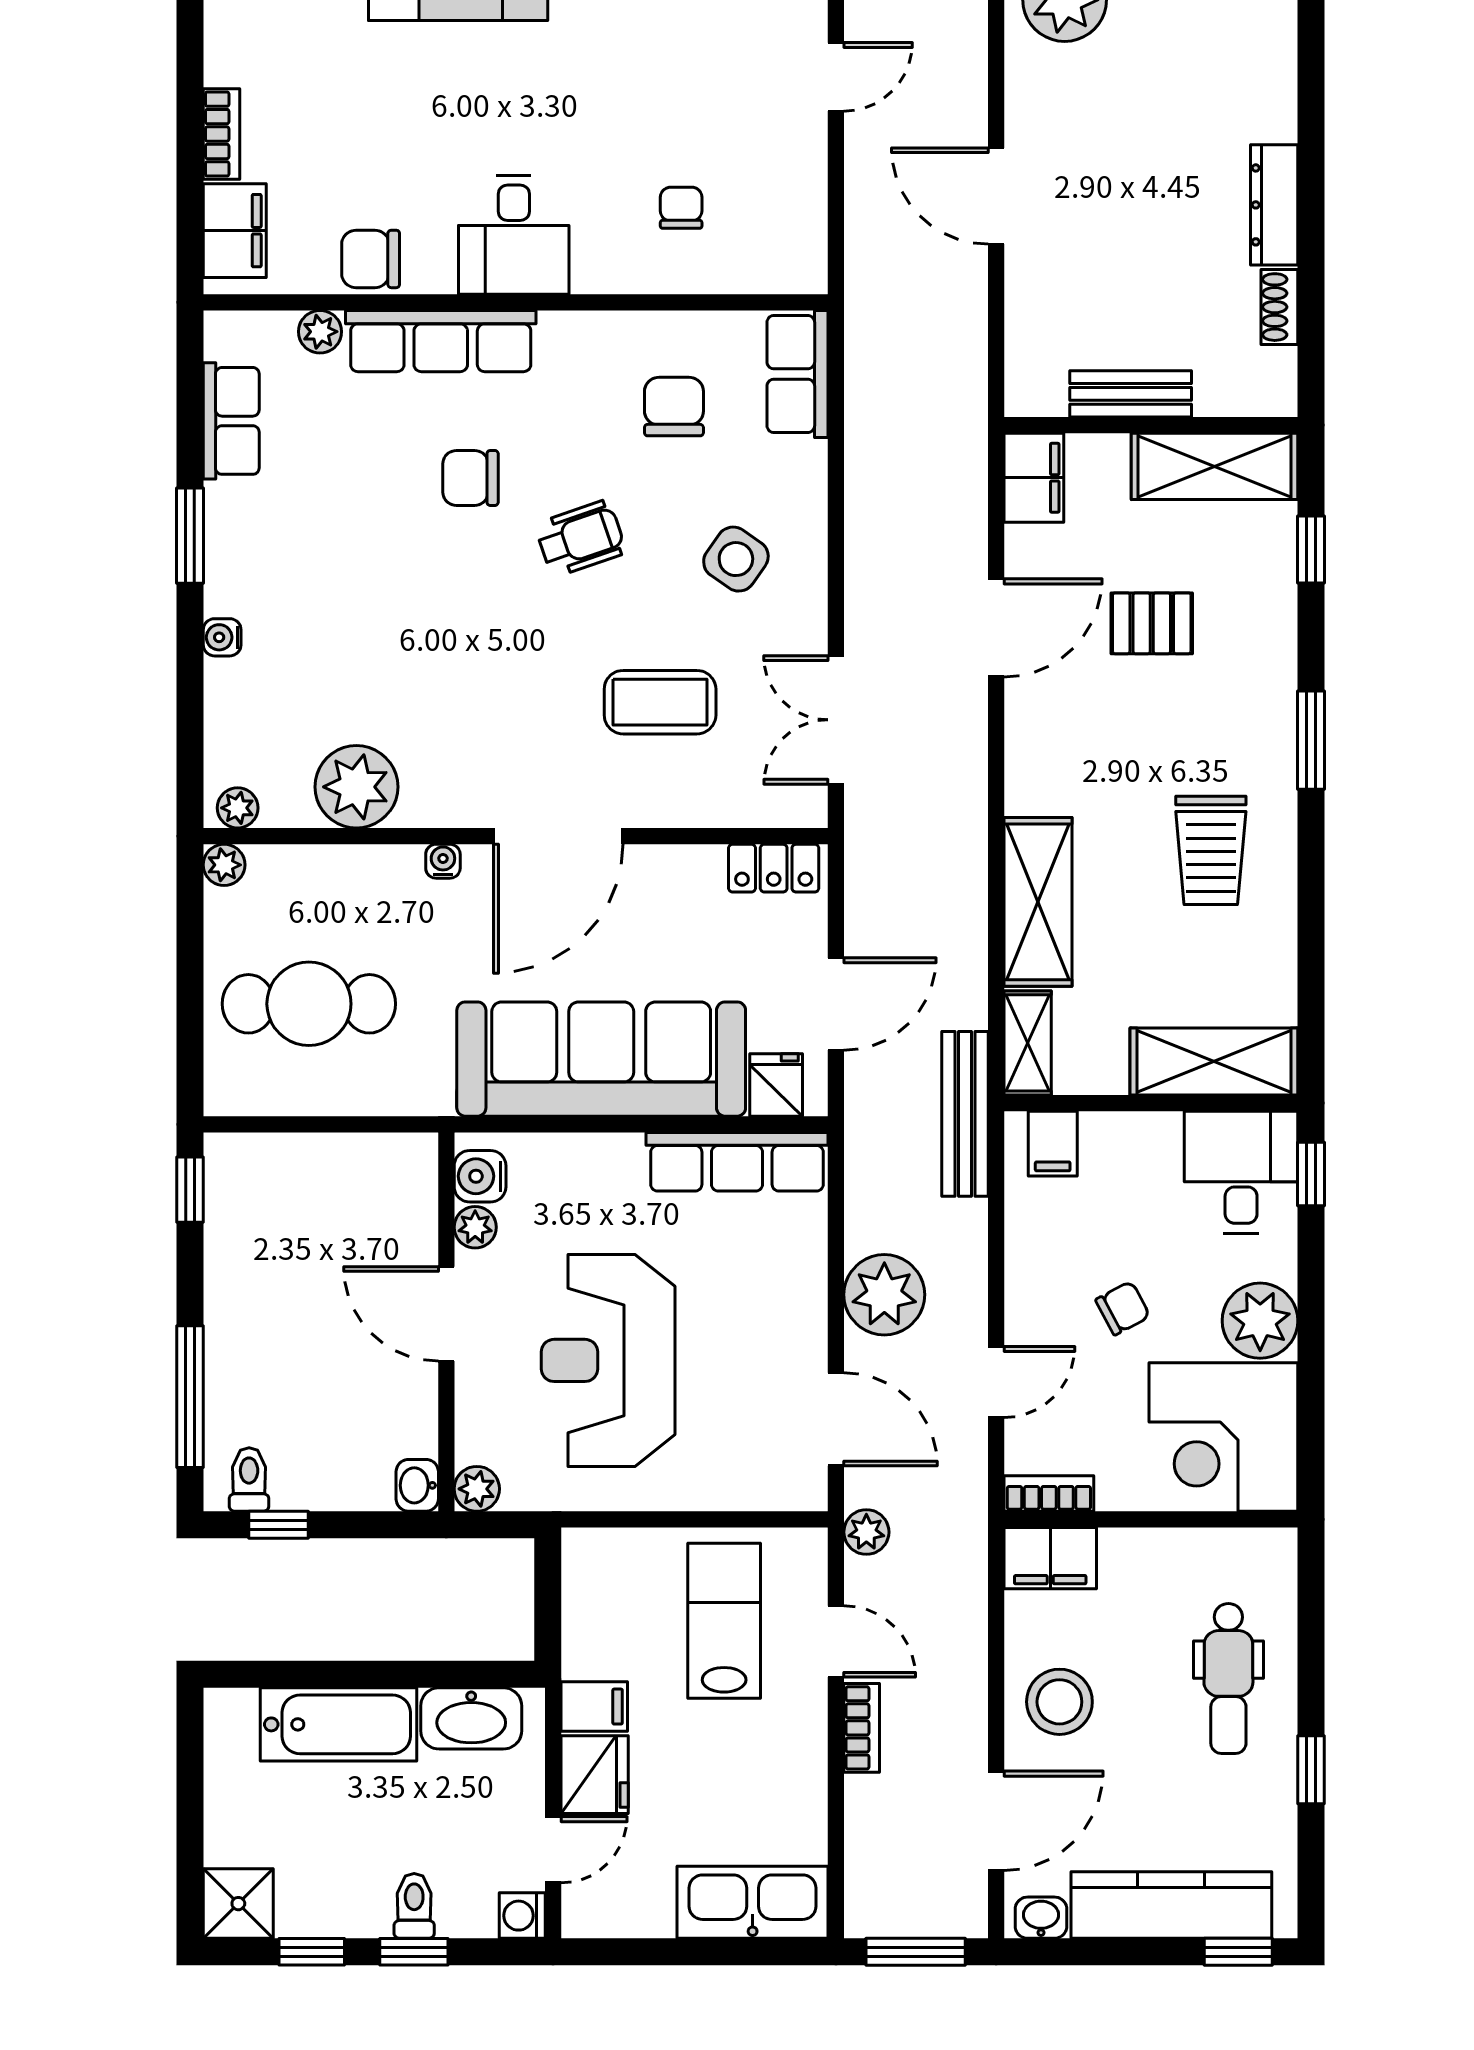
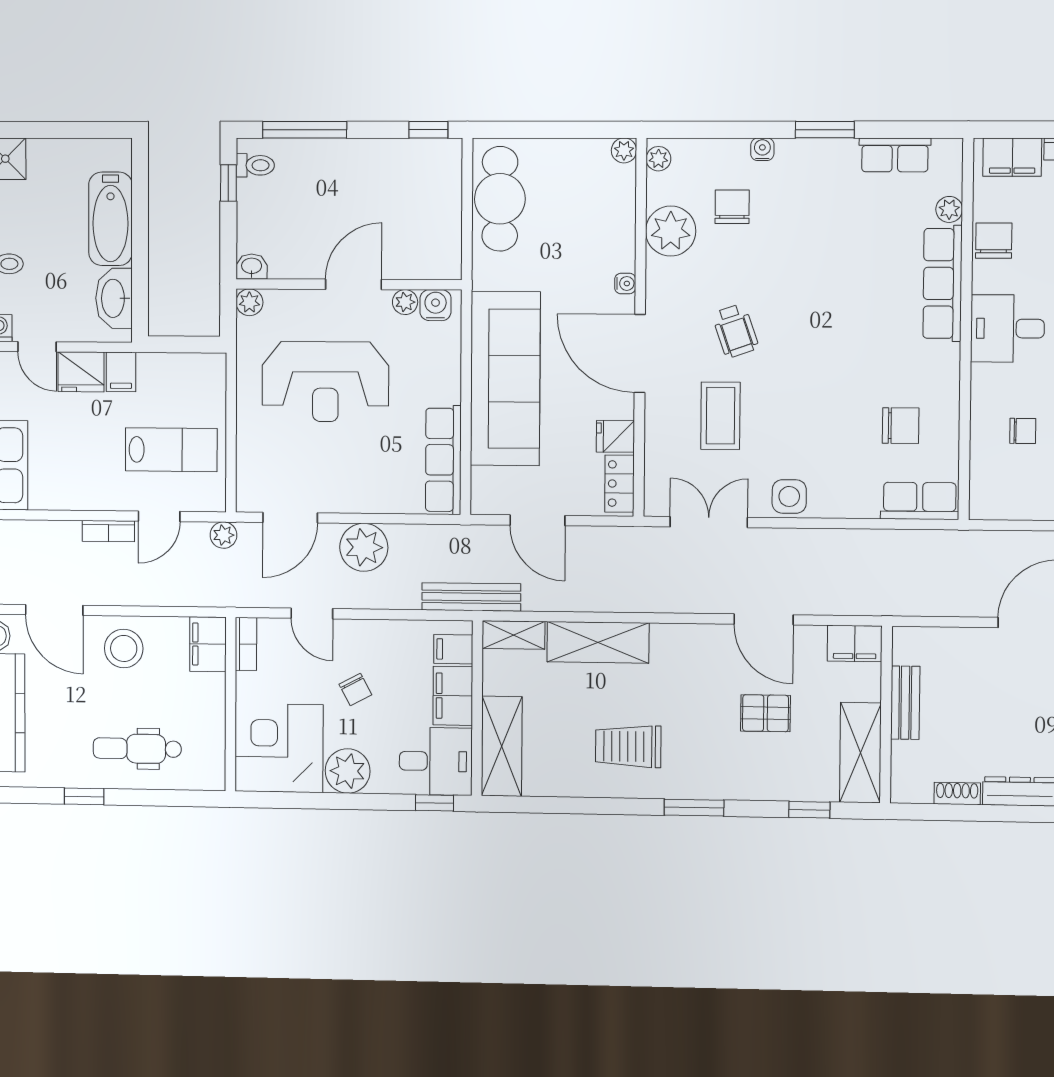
chair: (470, 478) -> (732, 207), moved
wheelchair: (580, 538) -> (735, 331), moved
side table: (736, 559) -> (789, 496), moved, turned -35
pallet: (1152, 623) -> (766, 713), turned 90
cafe table: (309, 1004) -> (500, 199), moved
fridge: (776, 1085) -> (615, 436), moved, turned 180
filing cabinet: (1131, 1144) -> (453, 696), added
reception desk: (608, 1360) -> (325, 382), turned 180

